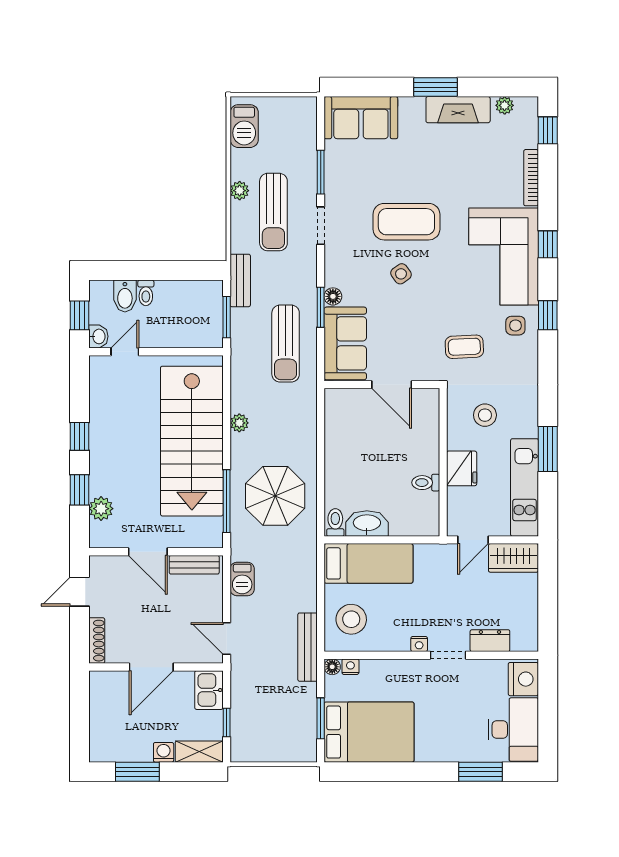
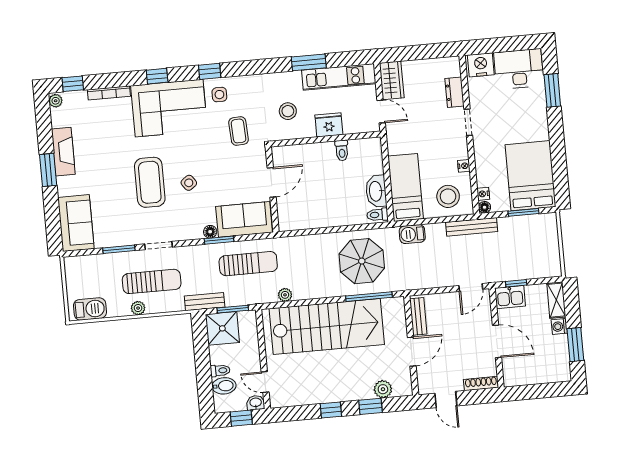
plant: (505, 105) -> (56, 101), moved
shower: (202, 301) -> (222, 328), added
plant: (239, 423) -> (285, 295), moved
barbecue: (242, 579) -> (412, 234), moved, turned 180
nightstand: (419, 644) -> (464, 166), moved
window: (227, 722) -> (516, 283), moved

